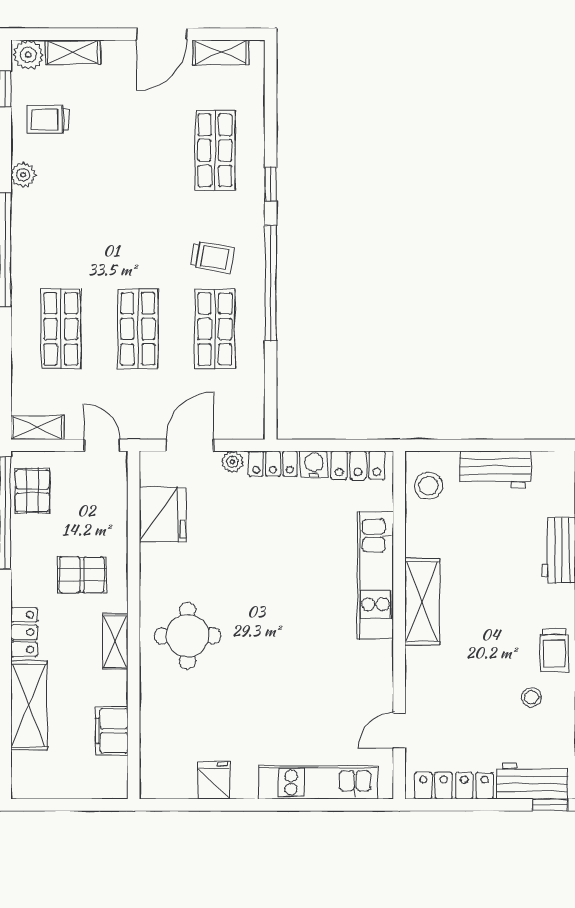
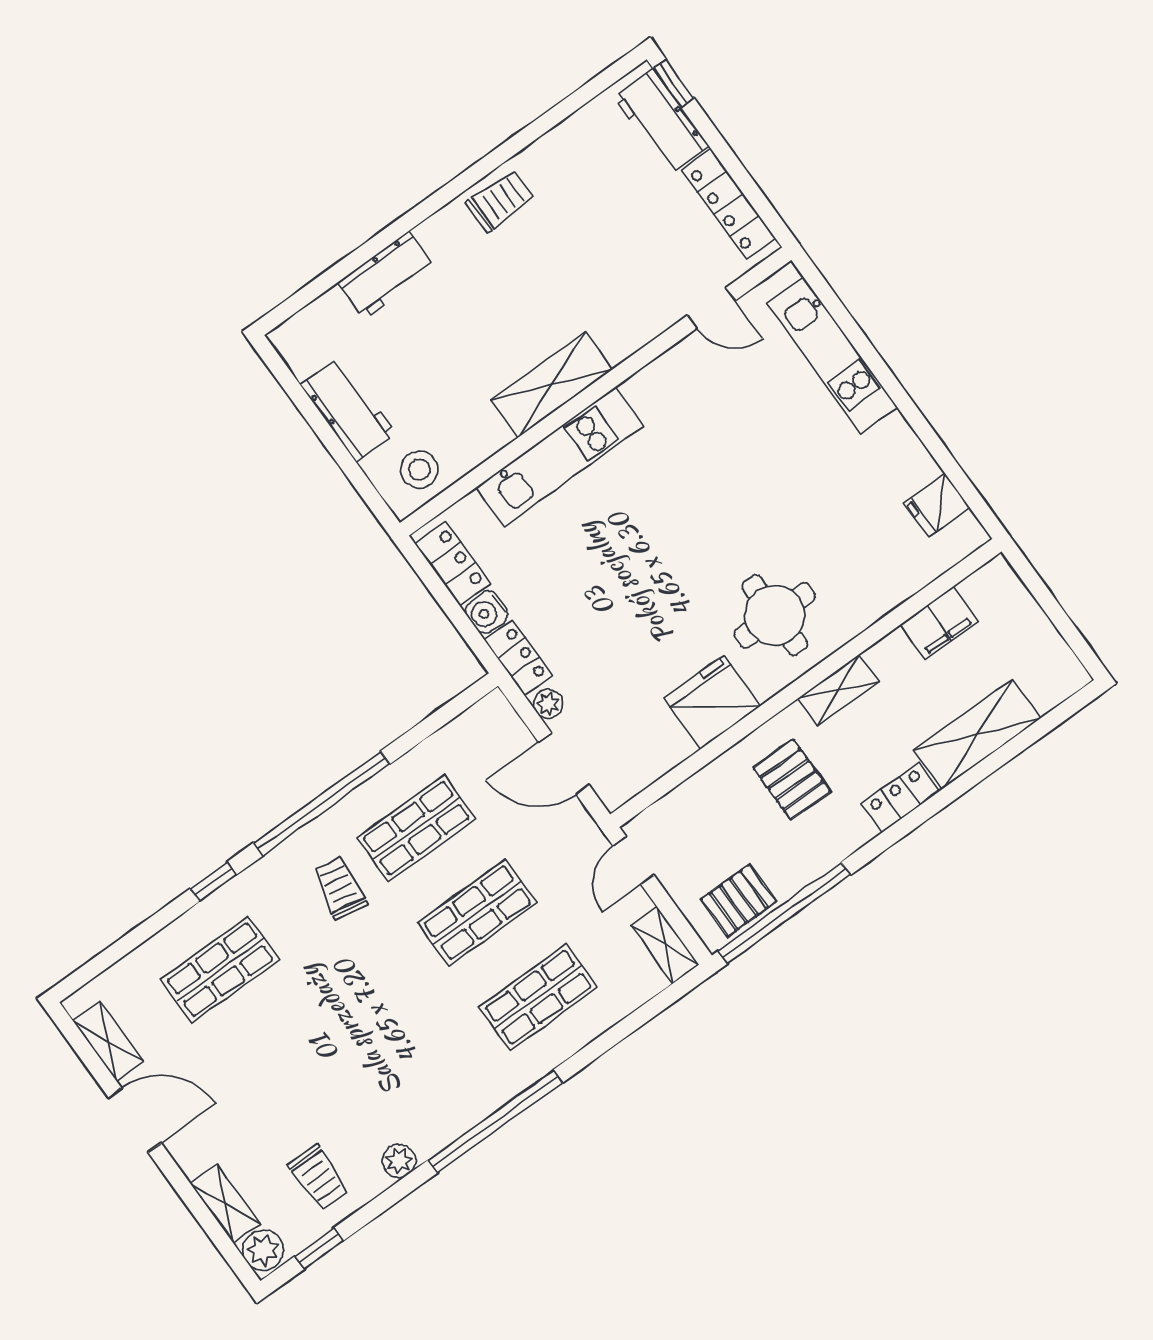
fridge: (163, 514) -> (712, 702), moved
stool: (531, 697) -> (570, 189), removed
fridge: (214, 780) -> (937, 505), moved

